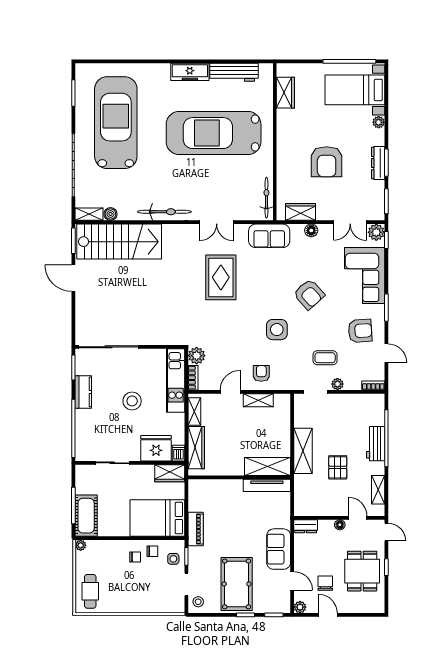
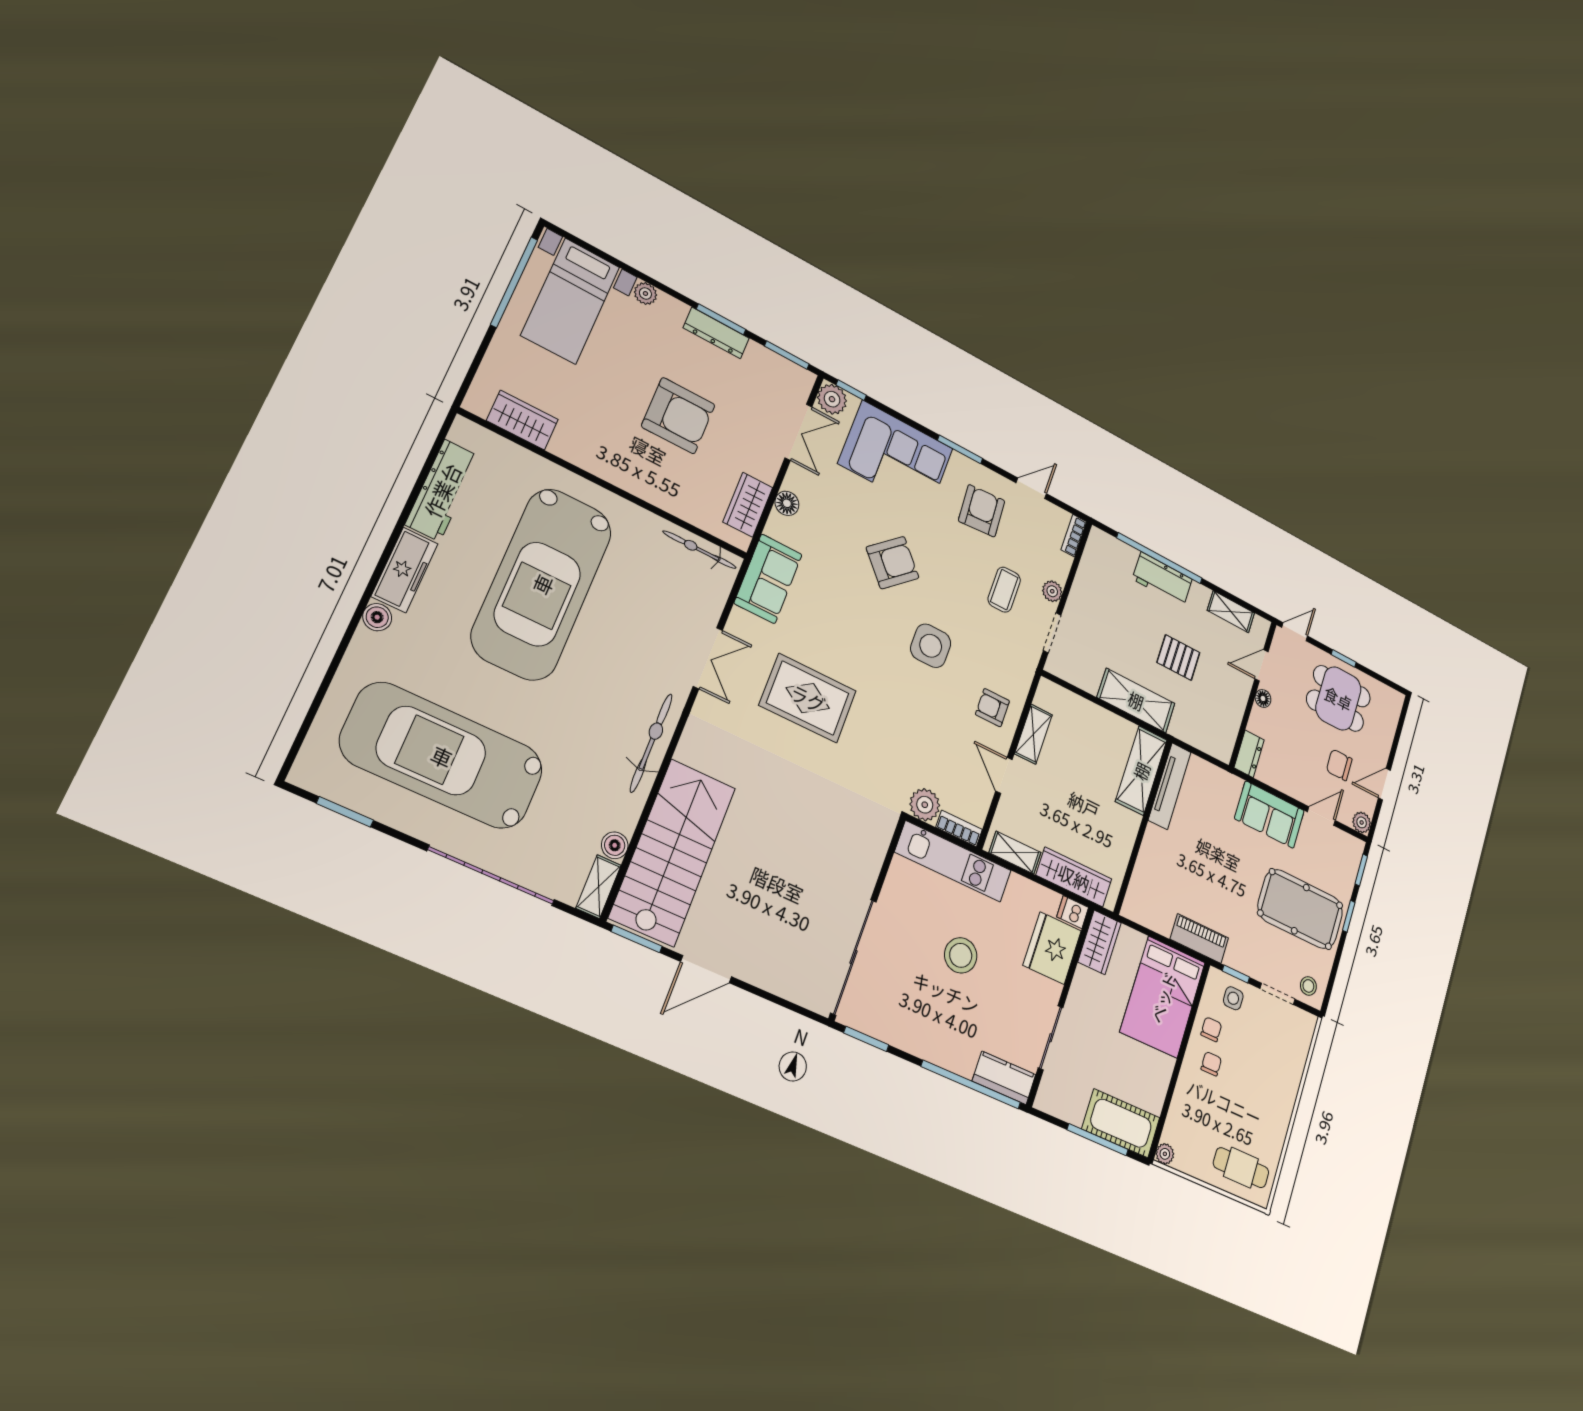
boiler: (163, 70) -> (377, 617), added
kitchen counter: (83, 392) -> (1004, 1078), moved

